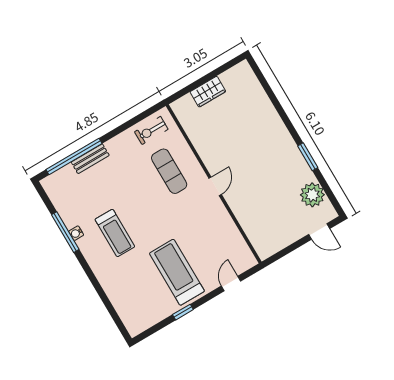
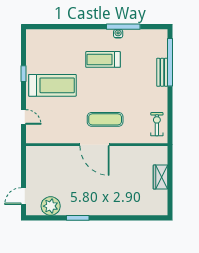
exercise mat: (169, 171) -> (105, 119), moved
door: (215, 186) -> (94, 145), width x1.87

